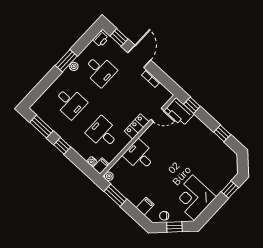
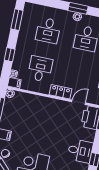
door: (157, 115) -> (79, 102), swing flipped
window: (62, 146) -> (10, 55), moved
desk: (139, 156) -> (80, 151), moved, turned 90

